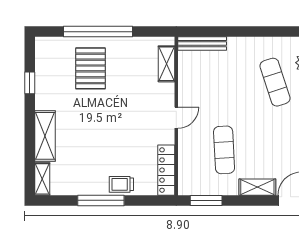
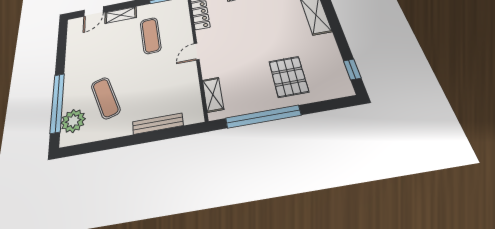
window: (98, 32) -> (263, 117), moved
bench: (202, 44) -> (158, 124), moved
window: (30, 83) -> (352, 69), moved

